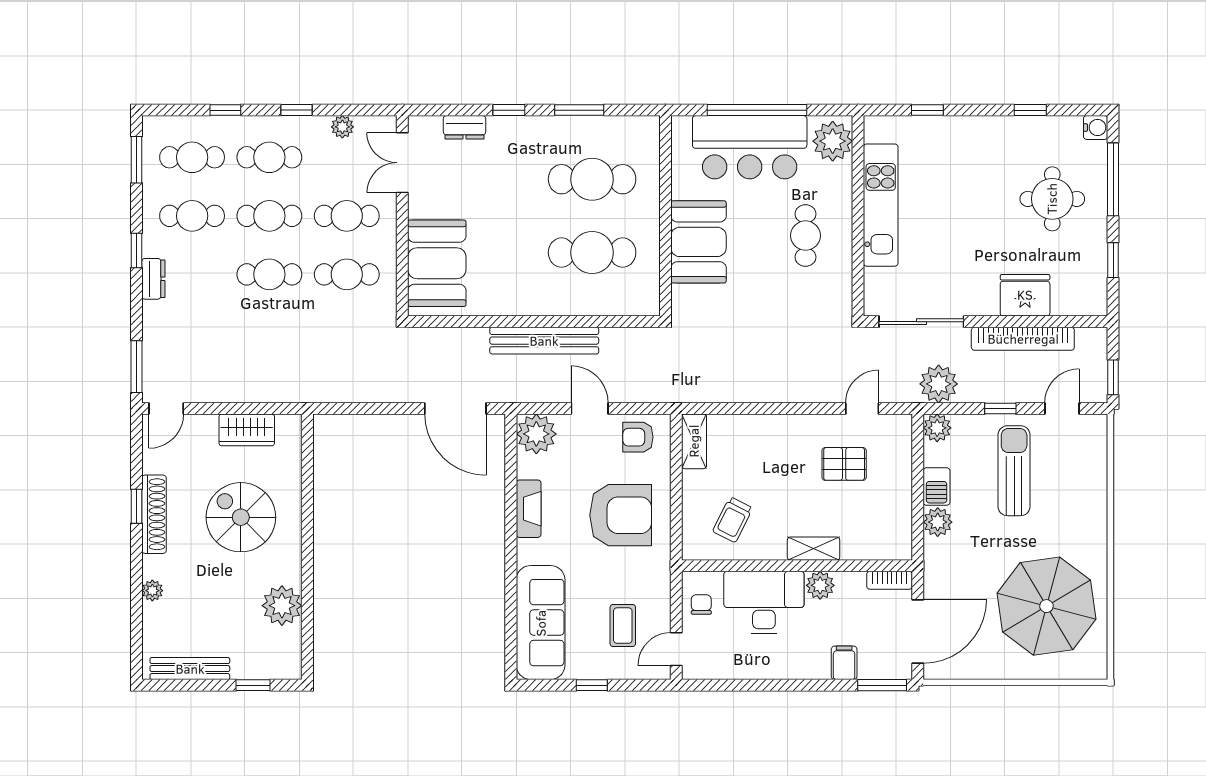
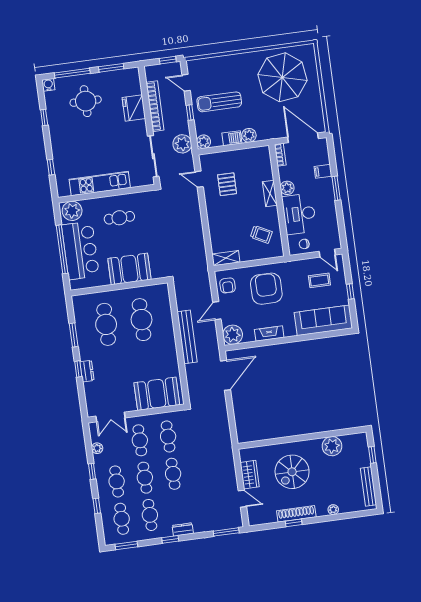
dresser: (465, 127) -> (87, 371), moved
window: (1113, 260) -> (111, 68), width x1.50
door: (166, 408) -> (242, 499), moved
window: (882, 685) -> (336, 188), moved

